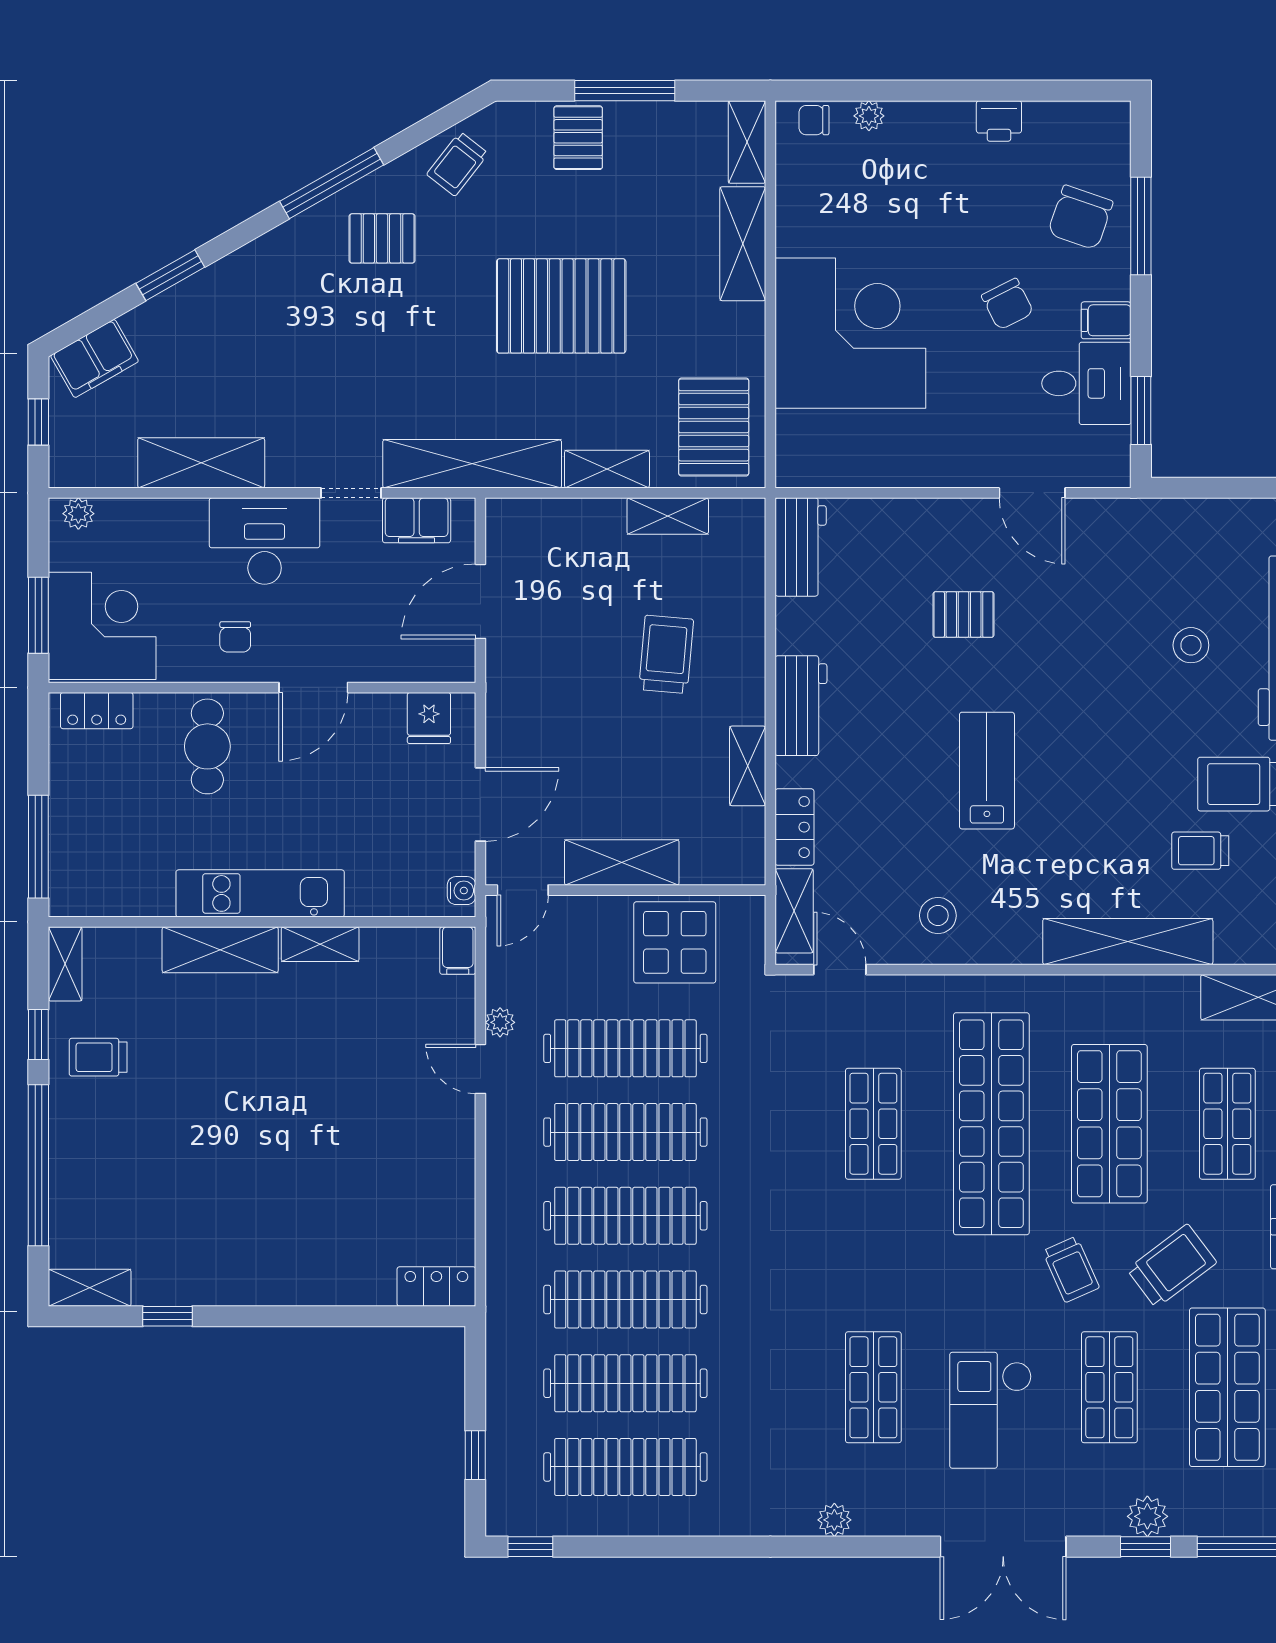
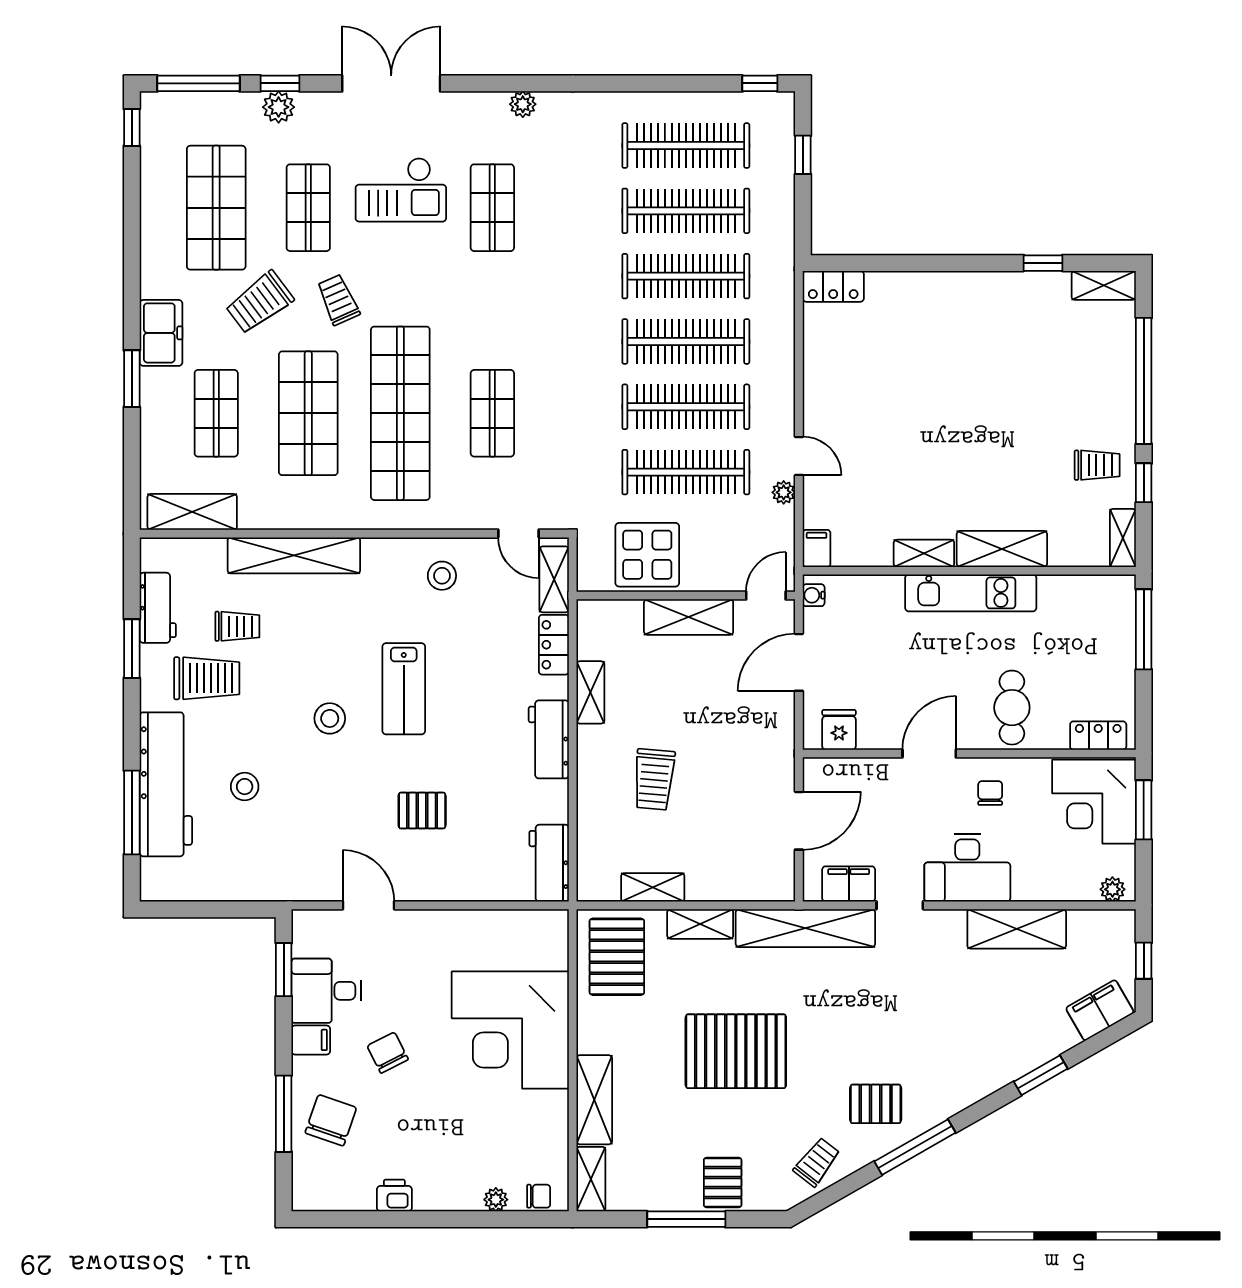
stool: (1082, 733) -> (330, 718), added
checkout: (991, 1410) -> (401, 190), turned 90

